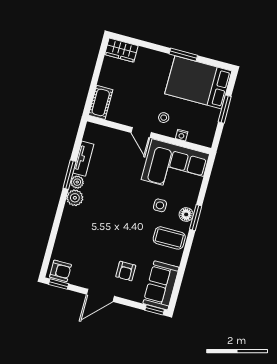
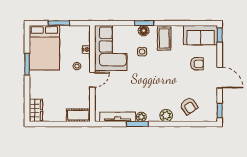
tv unit: (83, 159) -> (118, 117), width x1.41
plant: (75, 198) -> (166, 115), moved
armchair: (61, 271) -> (189, 106), moved, turned 146

